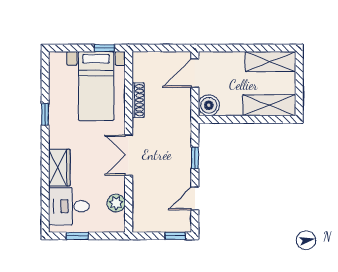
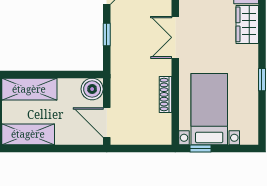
door: (195, 73) -> (107, 123), swing flipped
double door: (129, 155) -> (175, 37), swing flipped

